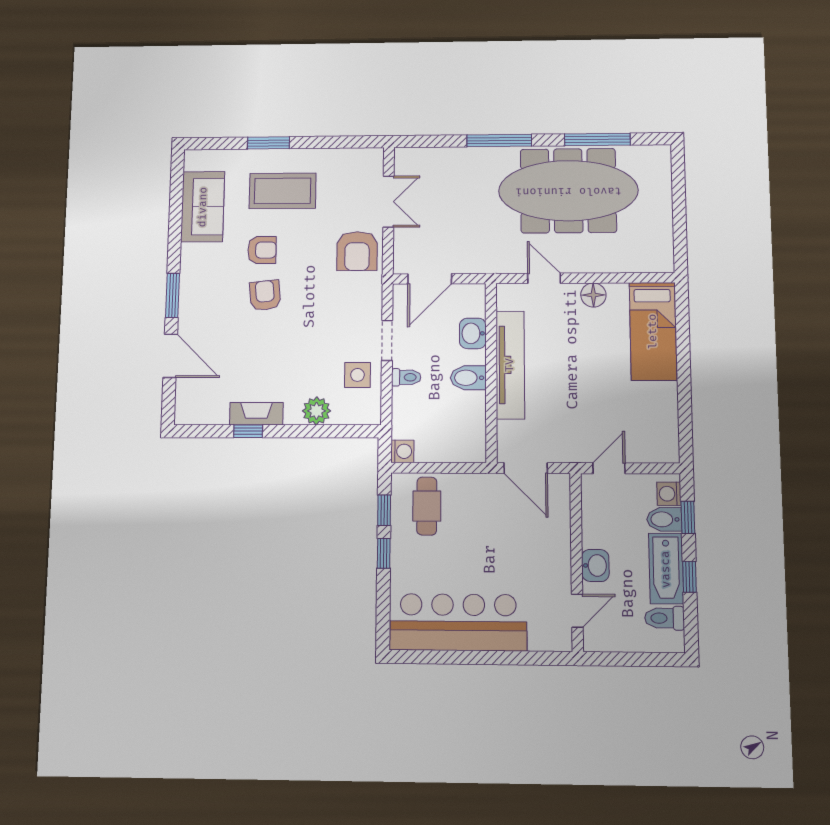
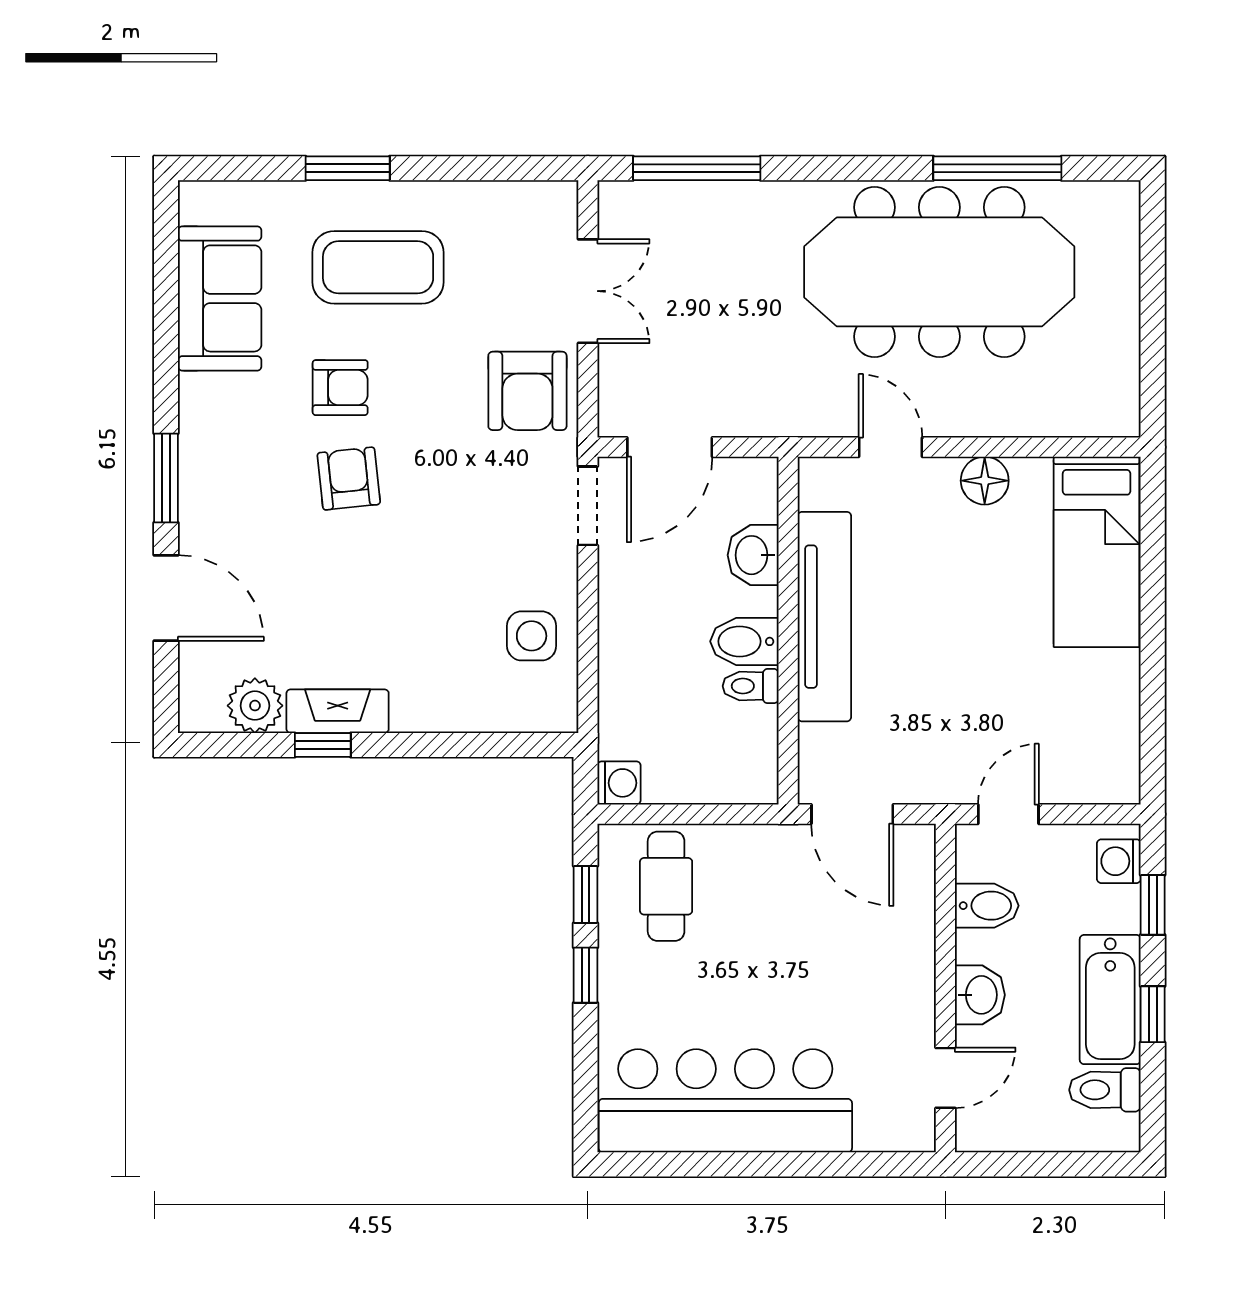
window: (499, 140) -> (697, 168), moved
doorway: (387, 340) -> (588, 506), moved
toilet: (406, 377) -> (751, 686), moved, turned 180
plant: (316, 411) -> (255, 706), moved
bidet: (664, 519) -> (987, 906), moved, turned 180

